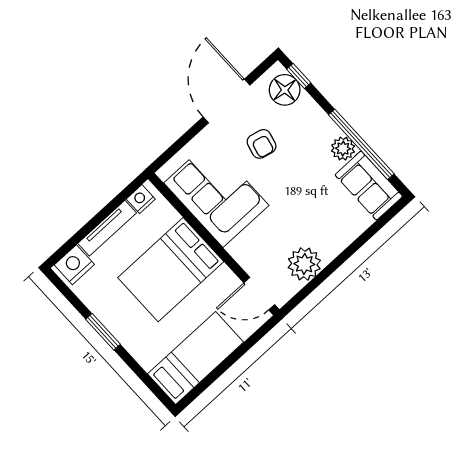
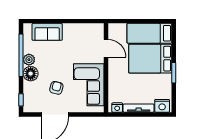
floor lamp: (285, 90) -> (31, 74), moved
sofa: (369, 186) -> (47, 32), moved, turned 90
plant: (304, 264) -> (80, 31), removed
bed: (171, 270) -> (150, 59), moved, turned 180
door: (259, 294) -> (106, 48), moved

